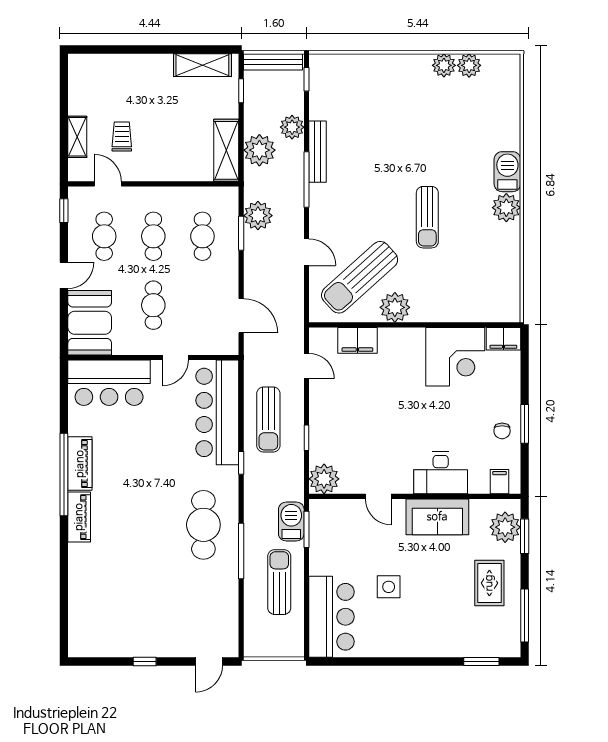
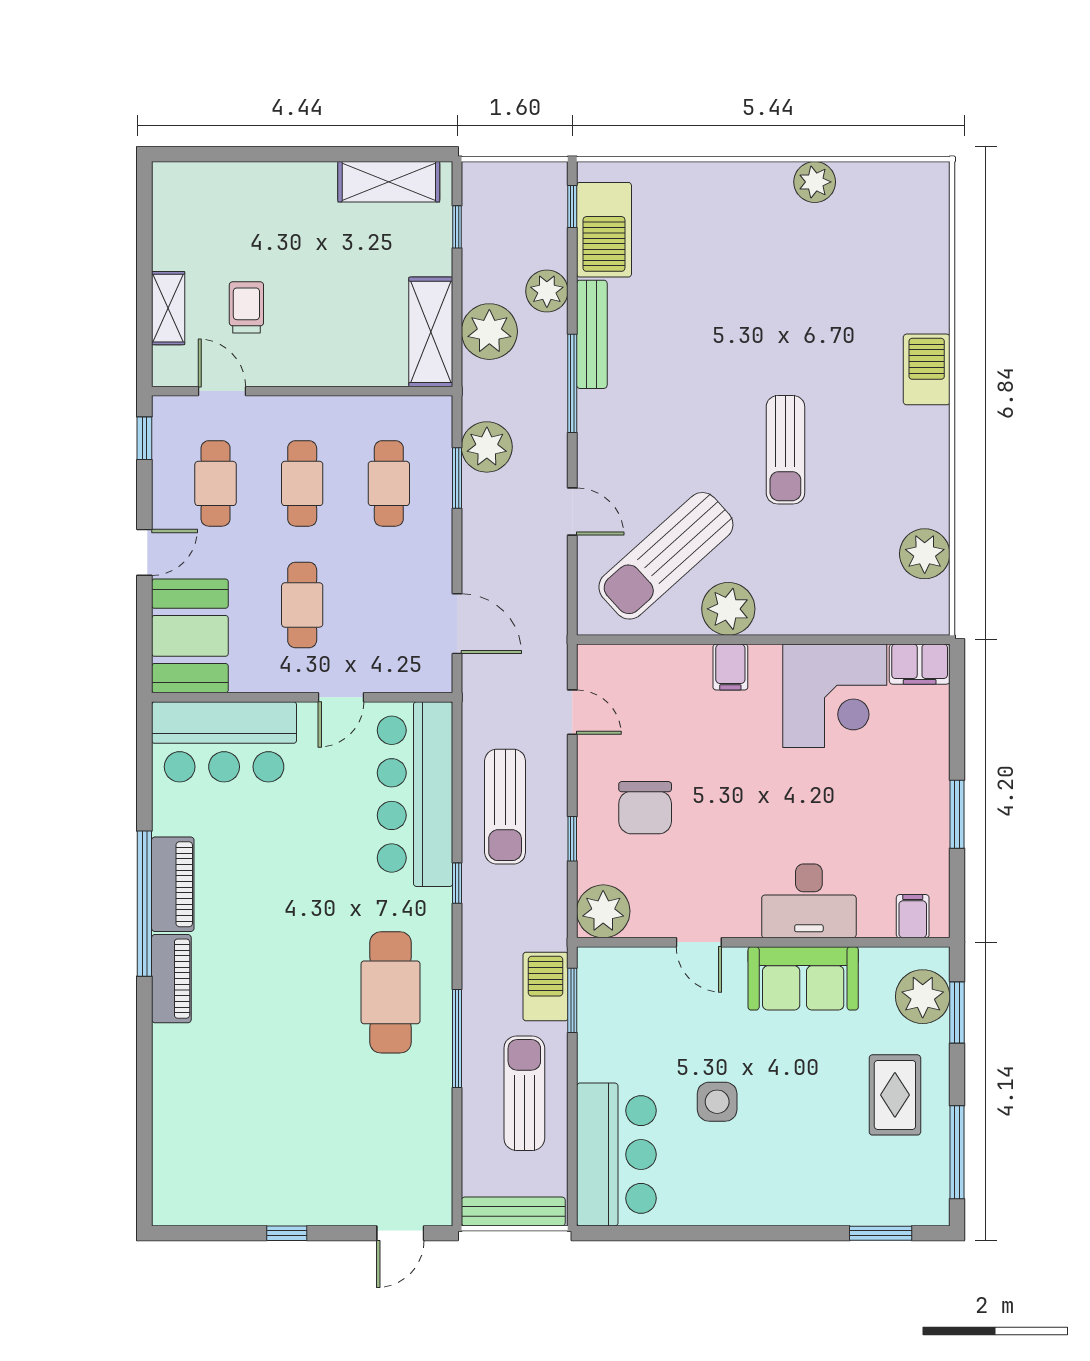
bench: (273, 62) -> (513, 1212), moved
plant: (469, 65) -> (859, 182), removed
barbecue: (324, 92) -> (604, 230), added
plant: (506, 208) -> (925, 554), moved
filing cabinet: (357, 340) -> (730, 667), moved, width x0.50
chair: (502, 431) -> (645, 808), moved, width x1.87, depth x1.87

